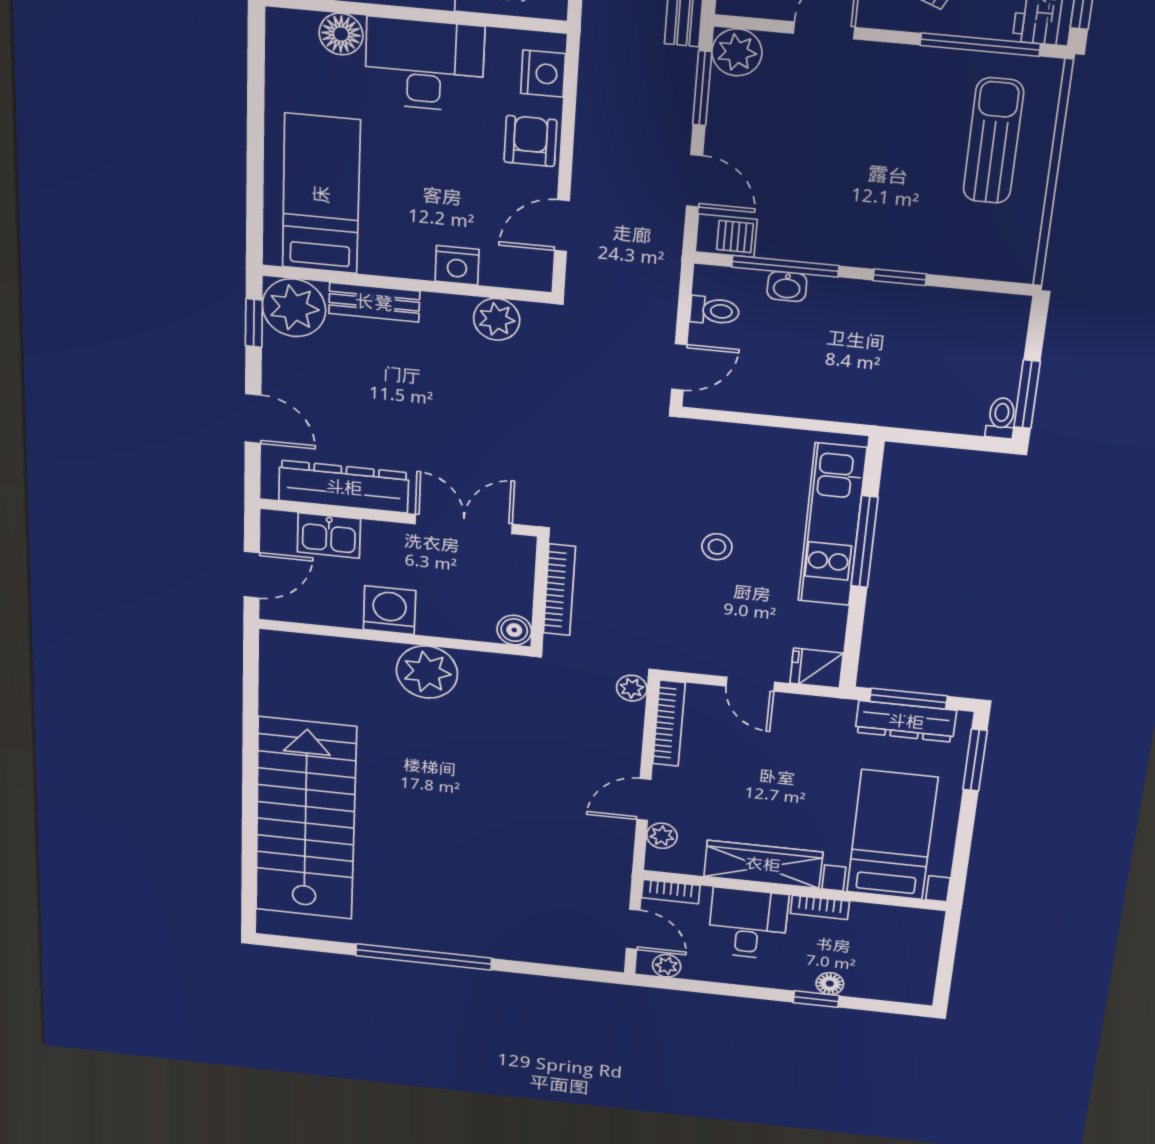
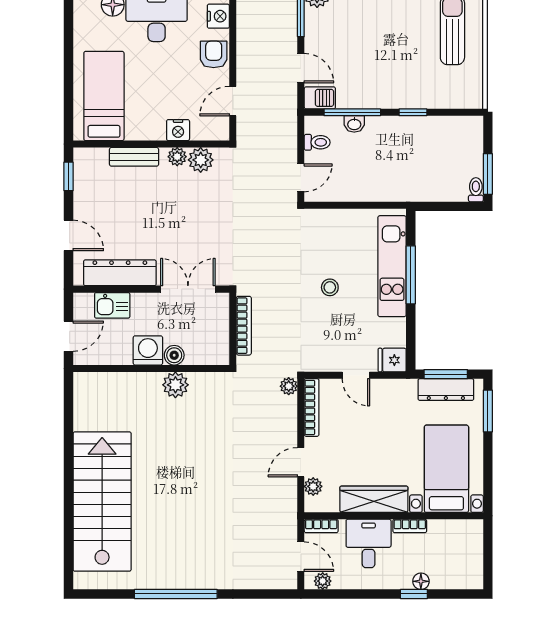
plant: (294, 308) -> (177, 157), moved, width x0.53, depth x0.53
boiler: (514, 630) -> (174, 355), moved
plant: (427, 672) -> (175, 385), width x0.73, depth x0.73

